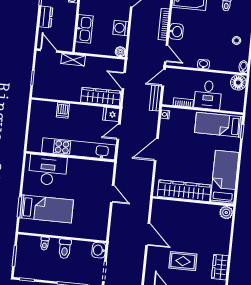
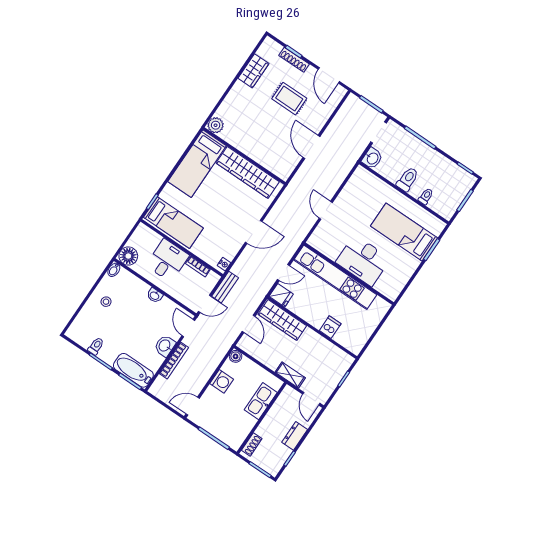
desk: (48, 170) -> (363, 260), moved

